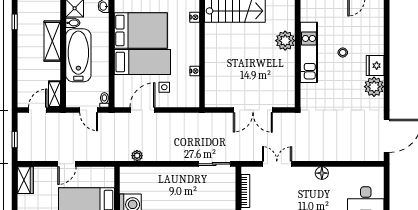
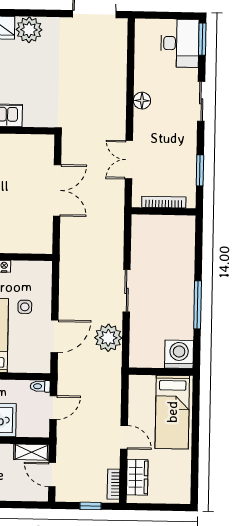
door: (142, 110) -> (54, 336), swing flipped
plant: (137, 156) -> (108, 338), width x1.88, depth x1.88
bookcase: (31, 157) -> (114, 484), added
sliding door: (214, 164) -> (127, 291), moved
wardrobe: (25, 180) -> (137, 477), moved, turned 90

